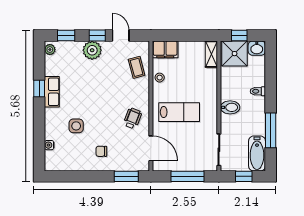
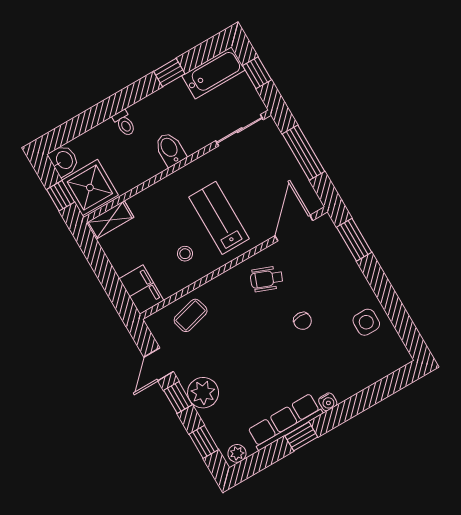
stool: (160, 78) -> (185, 254), moved
row of seats: (52, 92) -> (285, 422), width x1.48
side table: (76, 126) -> (366, 322), moved
window: (271, 130) -> (169, 73), width x0.46
water cooler: (49, 145) -> (328, 402), moved
chair: (101, 151) -> (302, 321), moved

